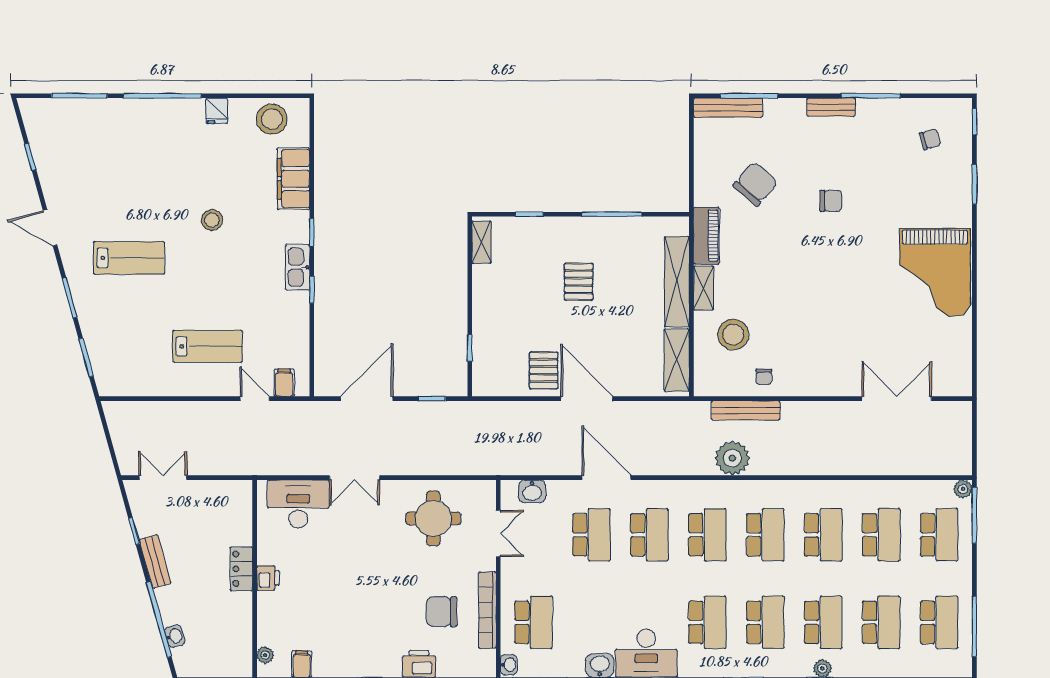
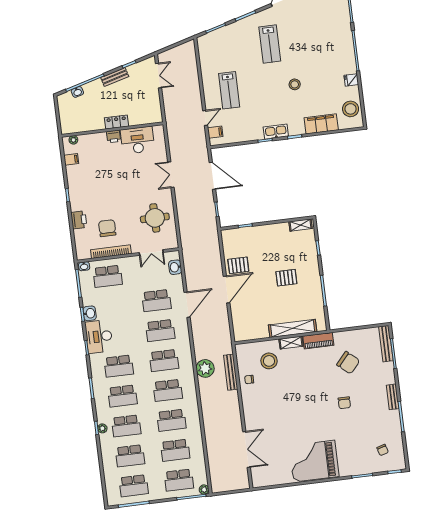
shelving: (677, 360) -> (252, 333), removed
desk: (298, 504) -> (137, 140), moved, turned -90

